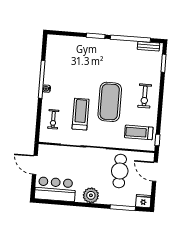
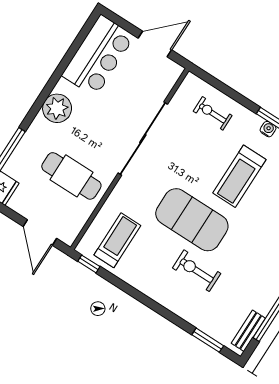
exercise bike: (145, 96) -> (197, 271), moved
treadmill: (81, 114) -> (239, 176), moved, turned 90
door: (155, 172) -> (40, 232), swing flipped

